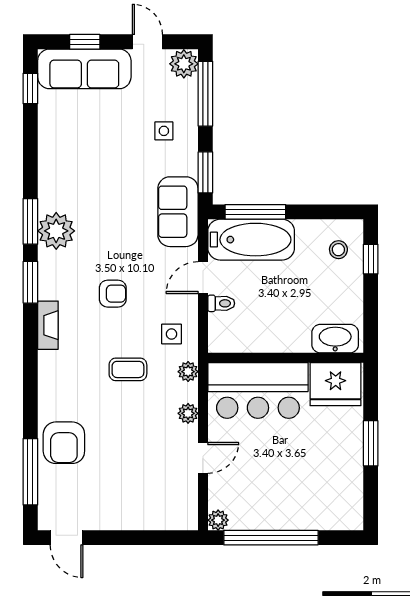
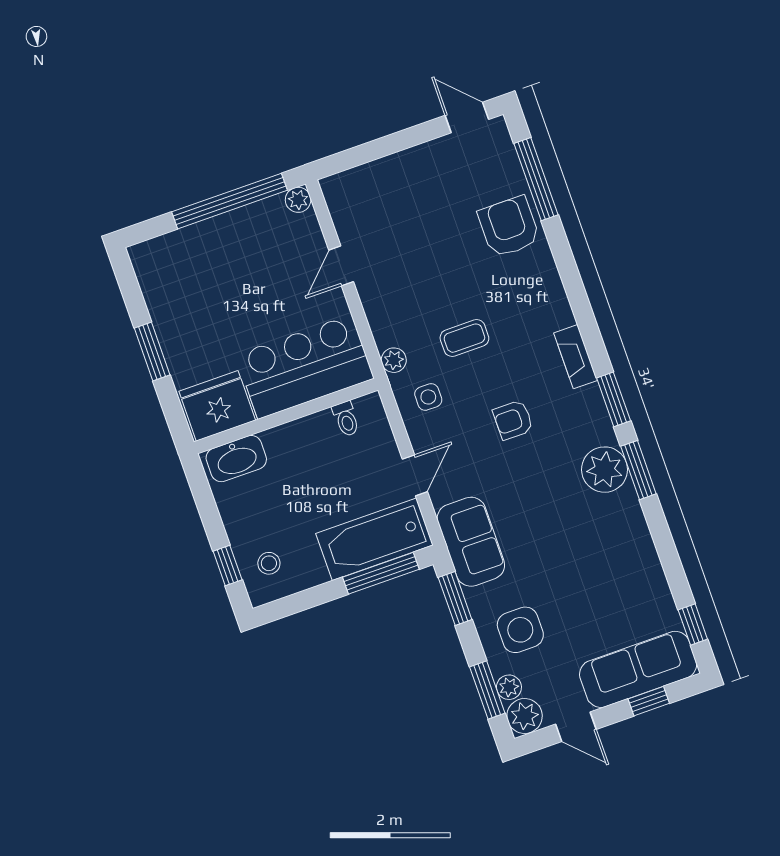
window: (205, 94) -> (487, 690), width x0.69
side table: (164, 131) -> (520, 630), width x1.87, depth x1.87
toilet: (221, 303) -> (346, 419), moved, turned -90
plant: (188, 413) -> (509, 687), moved

